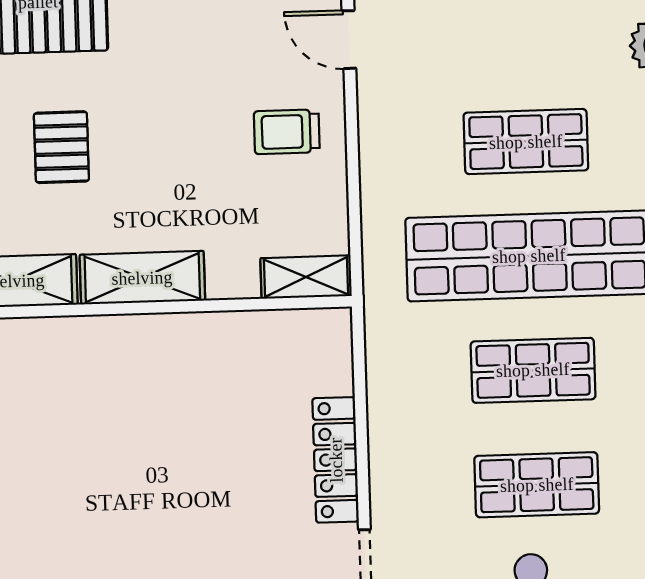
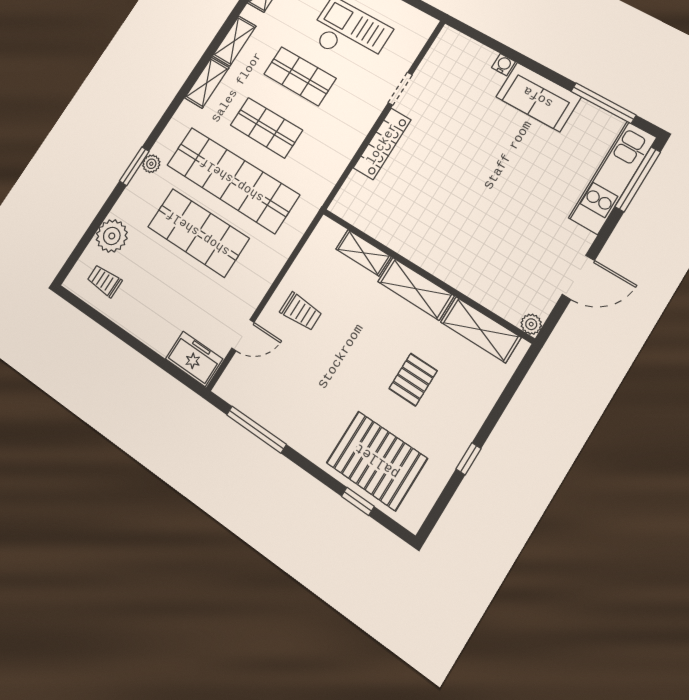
door: (349, 40) -> (243, 335), hinge flipped
shop shelf: (526, 142) -> (198, 233), width x1.43, depth x1.36
shelving: (306, 277) -> (363, 253), moved

